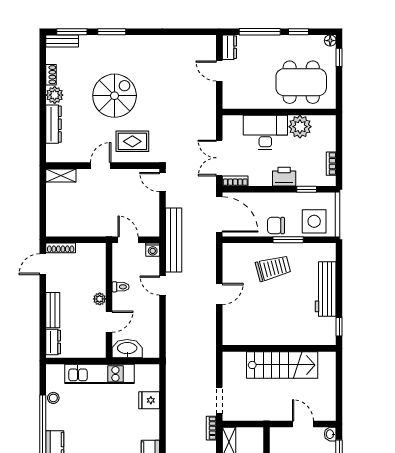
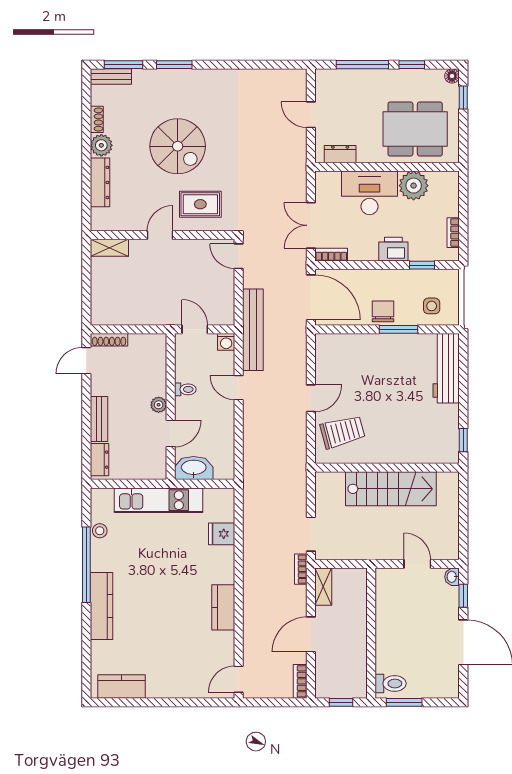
dresser: (229, 47) -> (340, 154), moved, turned -90
spiral stairs: (115, 96) -> (178, 146), turned 90
side table: (314, 221) -> (432, 306), width x0.54, depth x0.54
chair: (276, 225) -> (383, 311), turned 90
trolley: (273, 268) -> (342, 432), moved
workbench: (326, 289) -> (446, 368), moved

